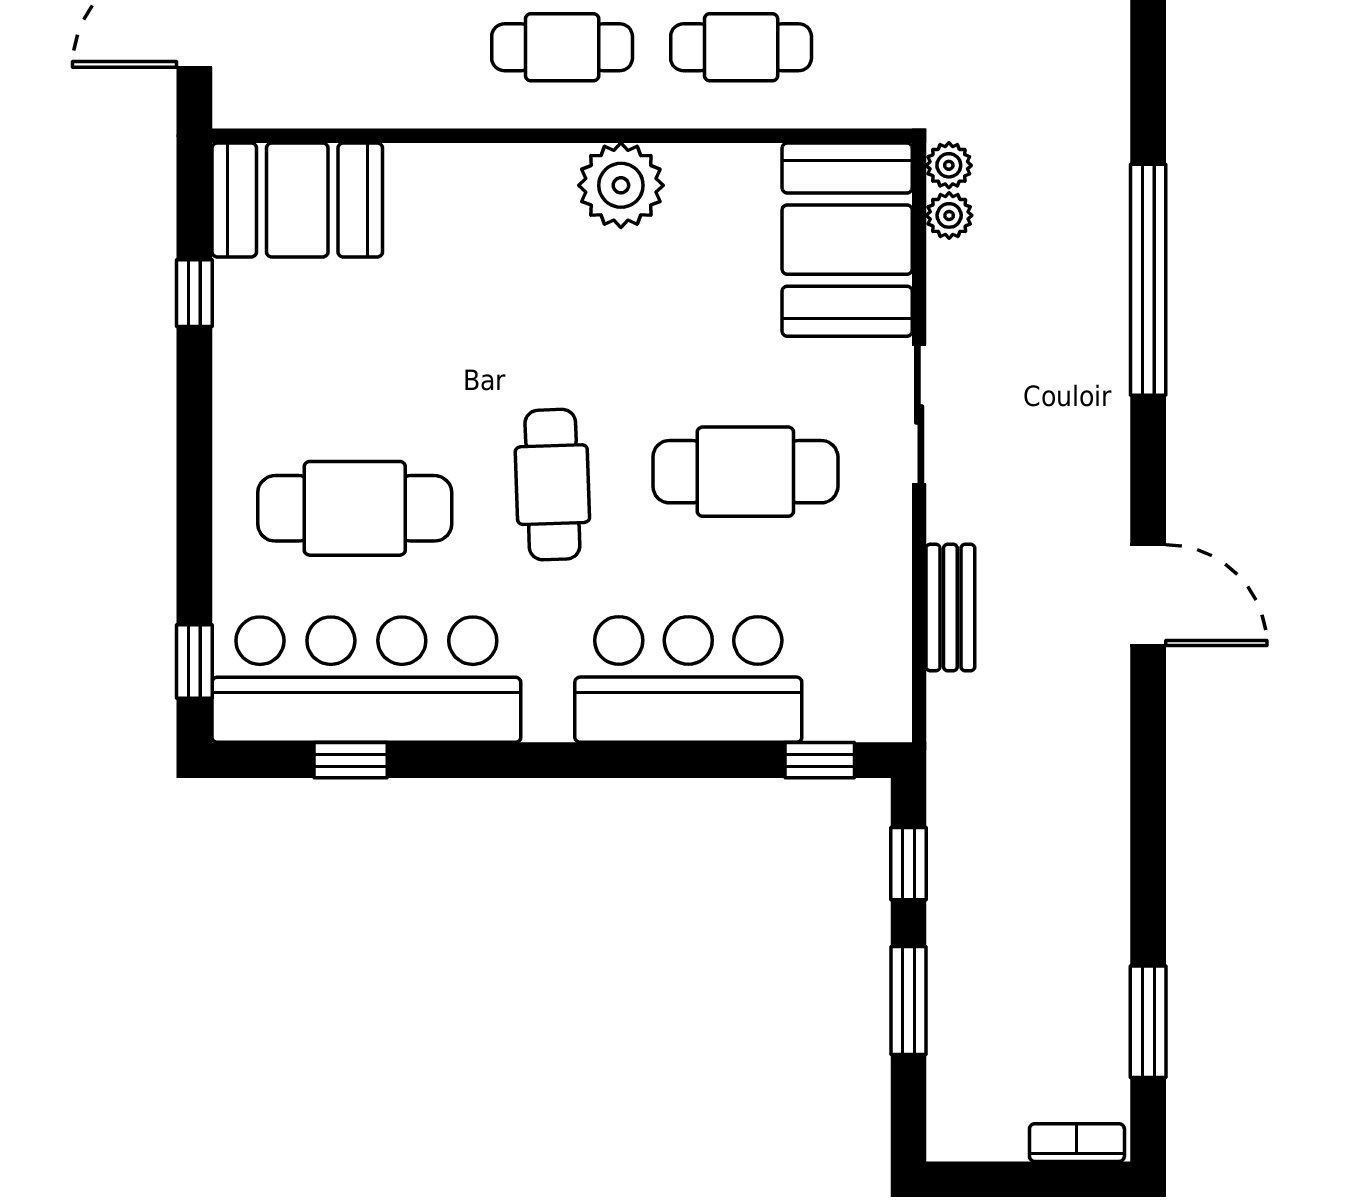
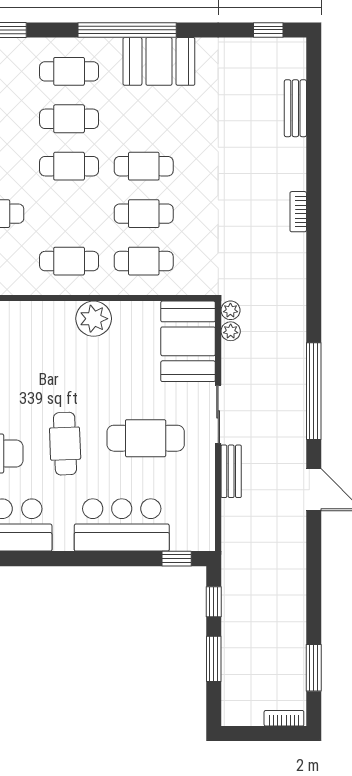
window: (1148, 280) -> (314, 391), moved
bench: (950, 607) -> (231, 471), moved

